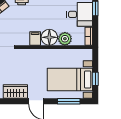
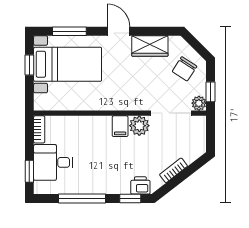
floor lamp: (49, 37) -> (99, 128), removed
plant: (65, 39) -> (139, 126), moved

